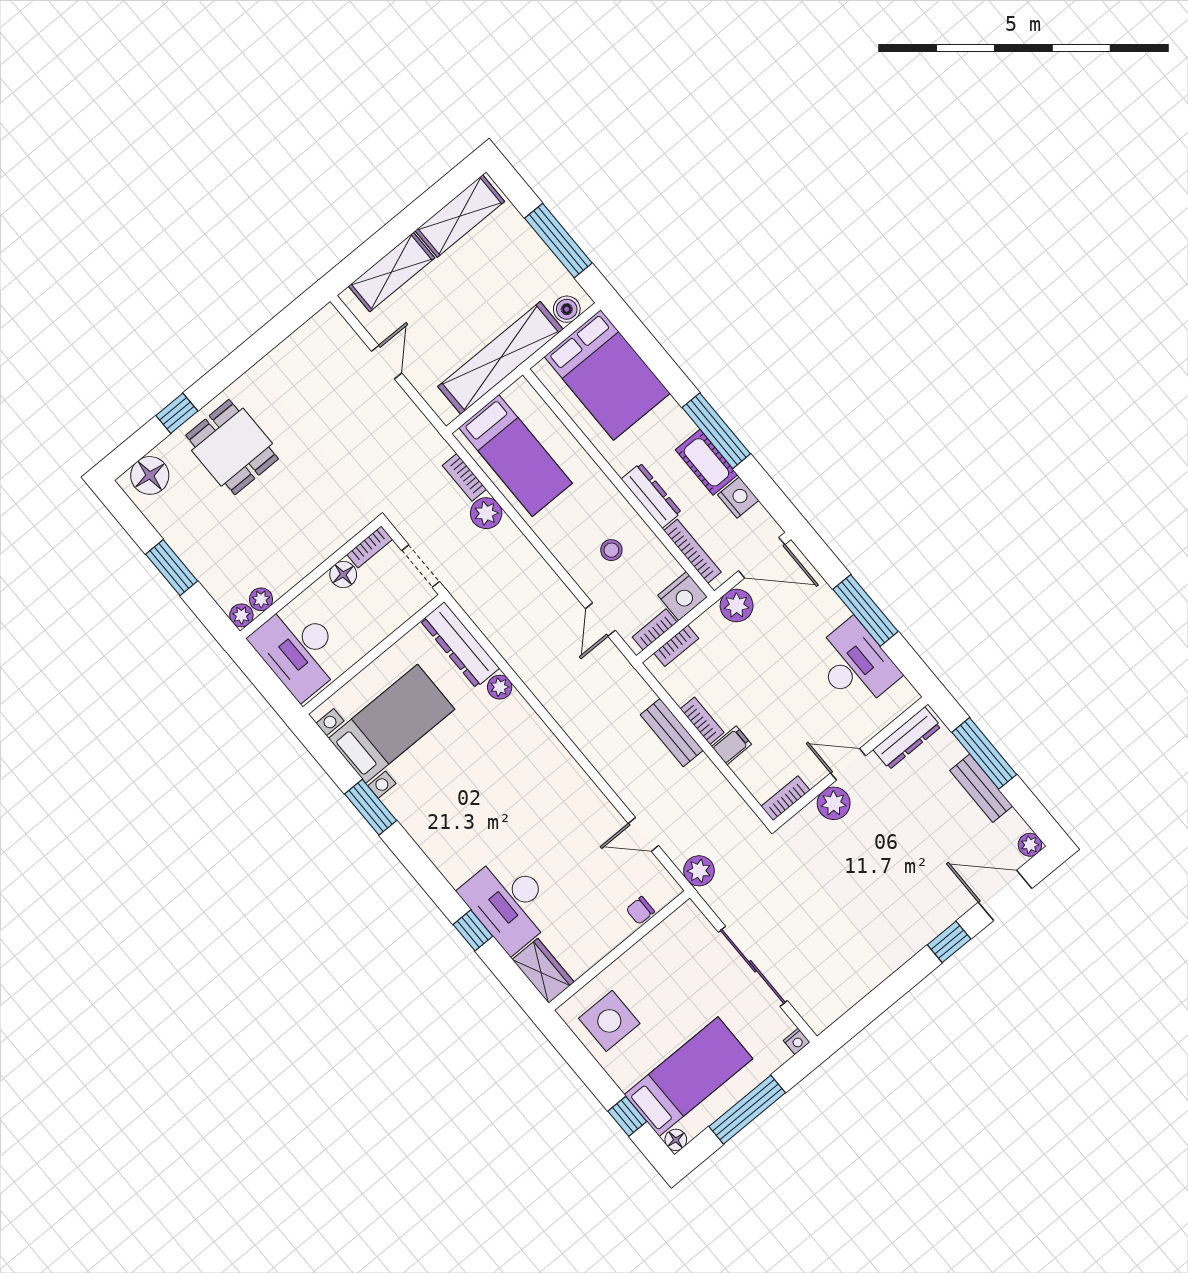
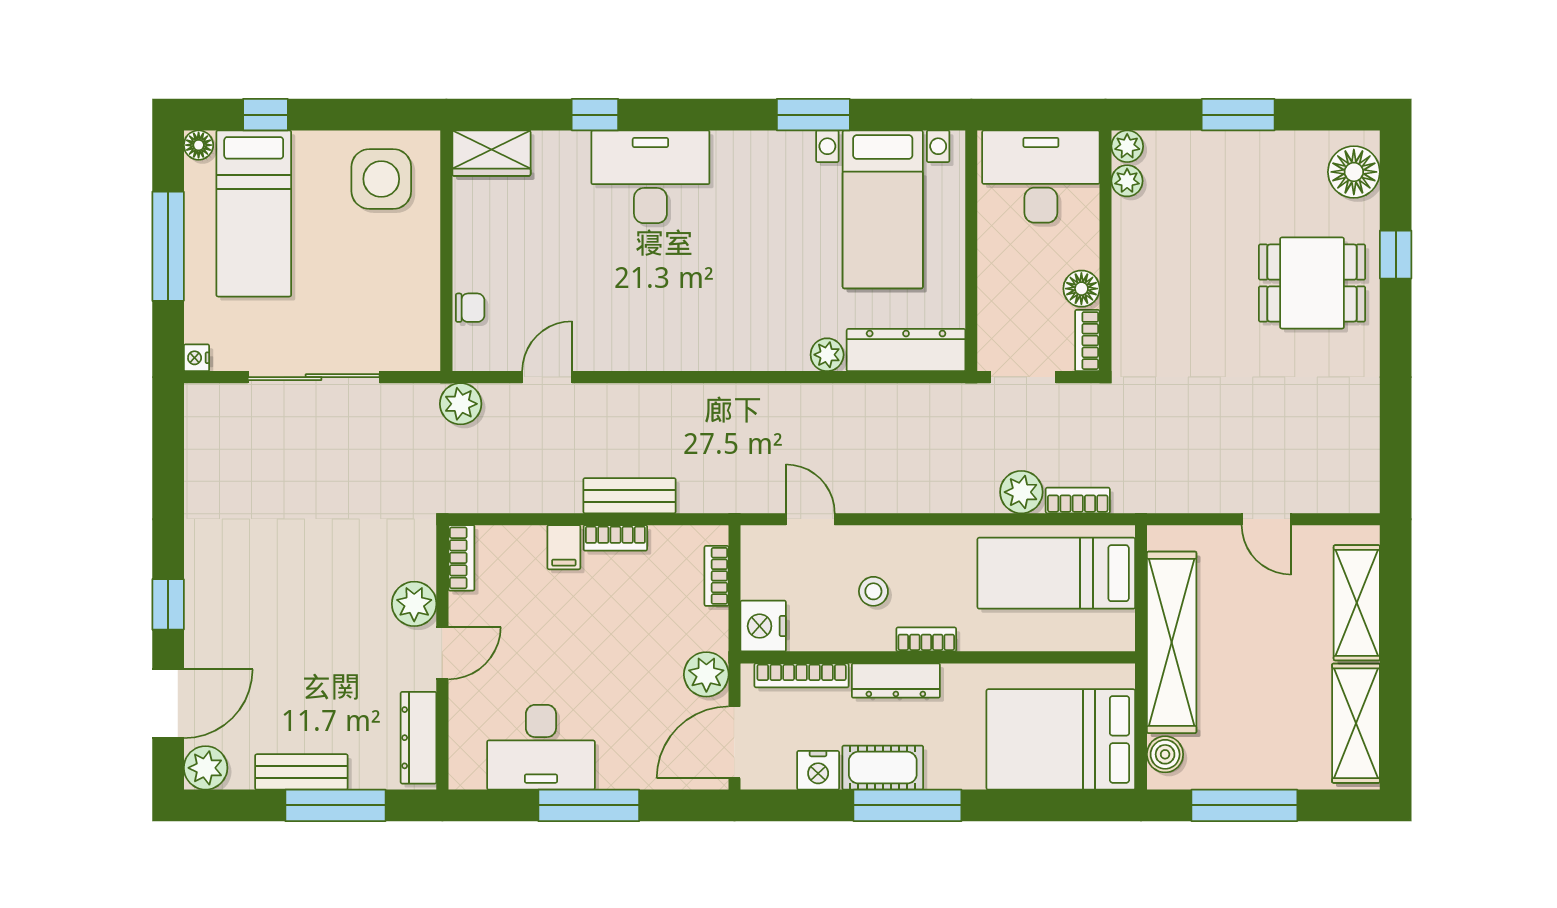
bookcase: (655, 630) -> (926, 639), moved, turned -90
plant: (1030, 845) -> (206, 768), width x1.38, depth x1.38
desk: (509, 903) -> (650, 177), moved
chair: (640, 910) -> (470, 308), turned 90

